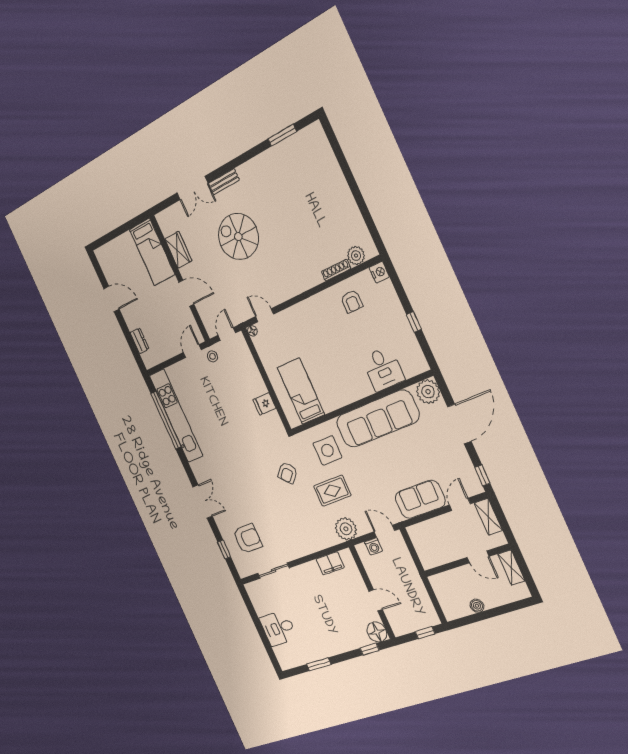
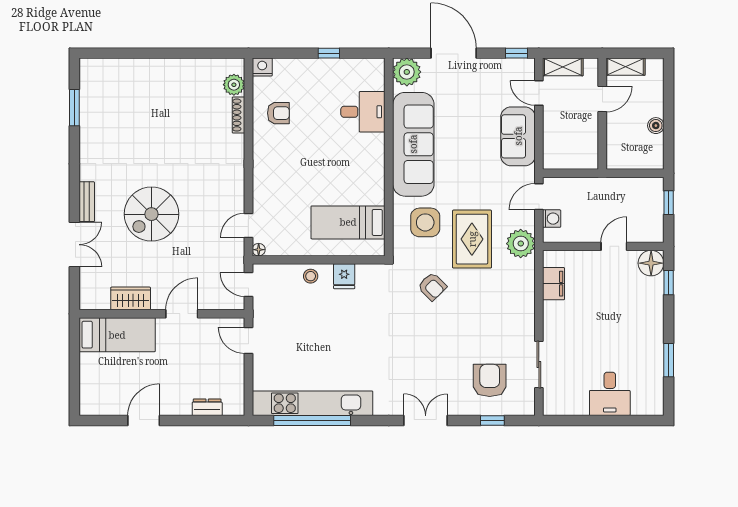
stool: (212, 356) -> (311, 276), moved
rug: (332, 491) -> (472, 239), width x1.36, depth x1.43

